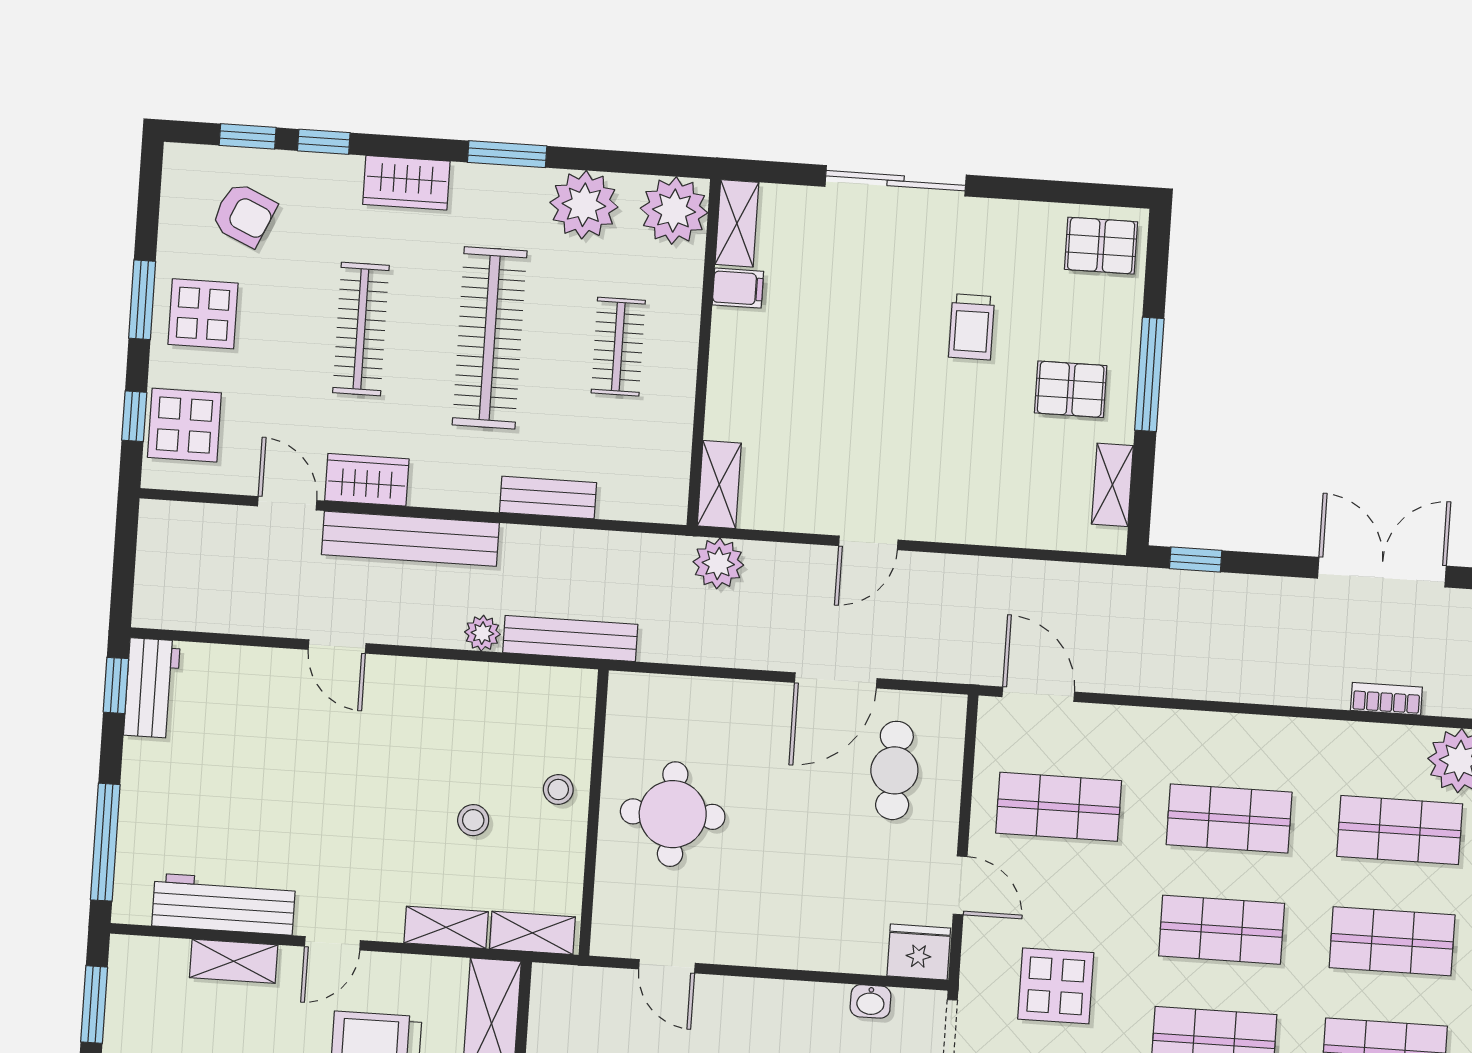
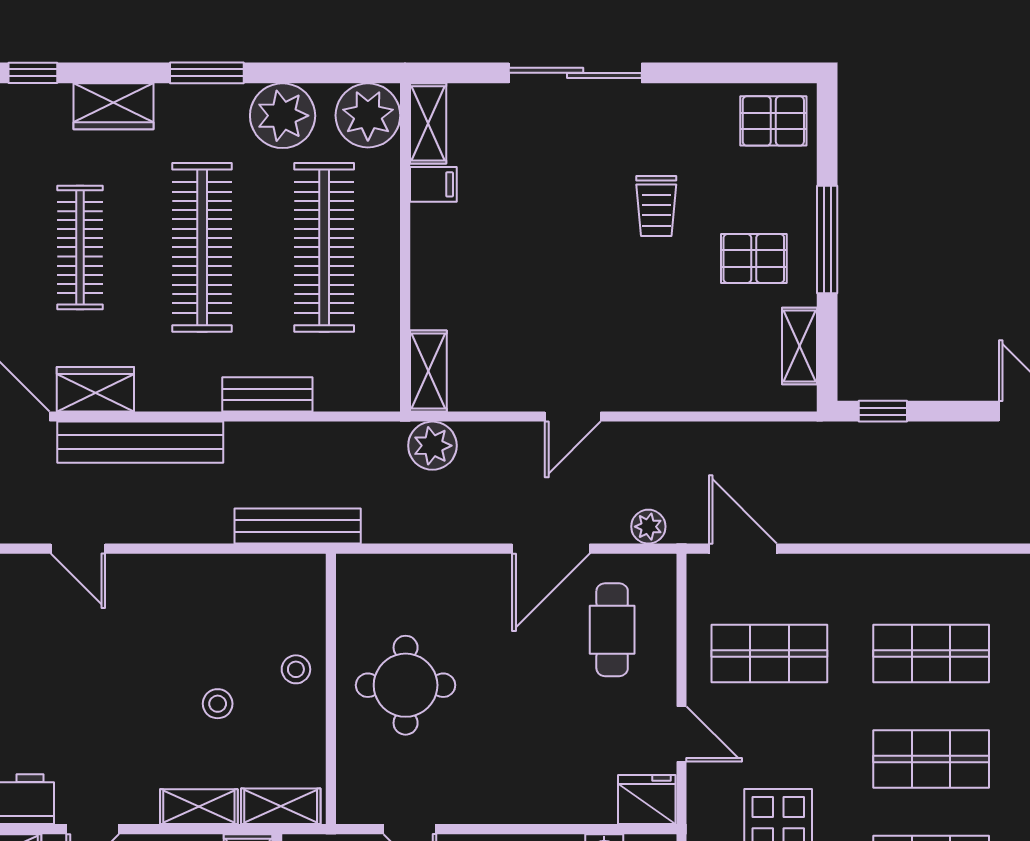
clothes rail: (618, 347) -> (324, 247), width x1.86, depth x1.31
plant: (482, 633) -> (648, 527), moved

